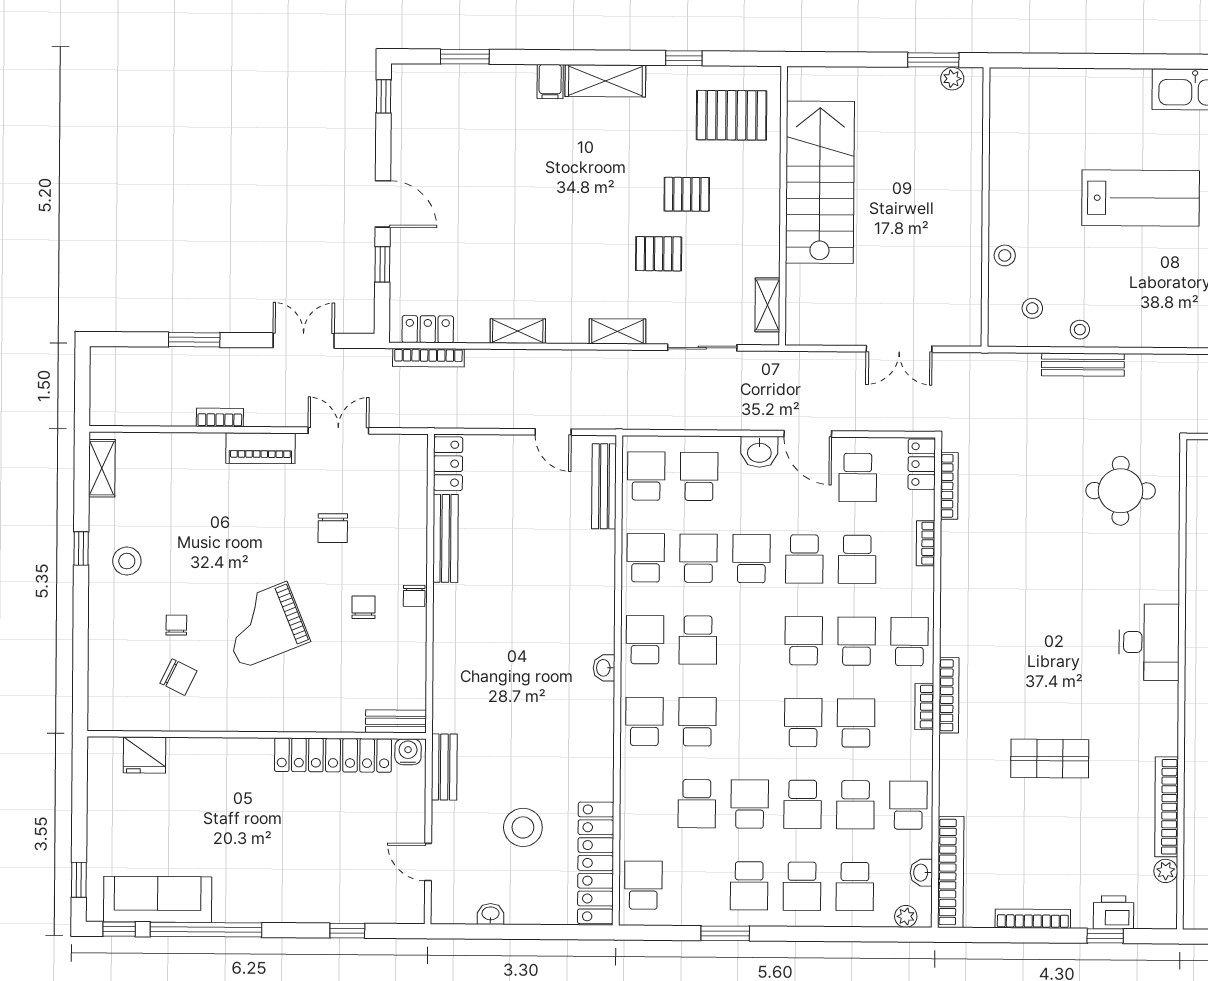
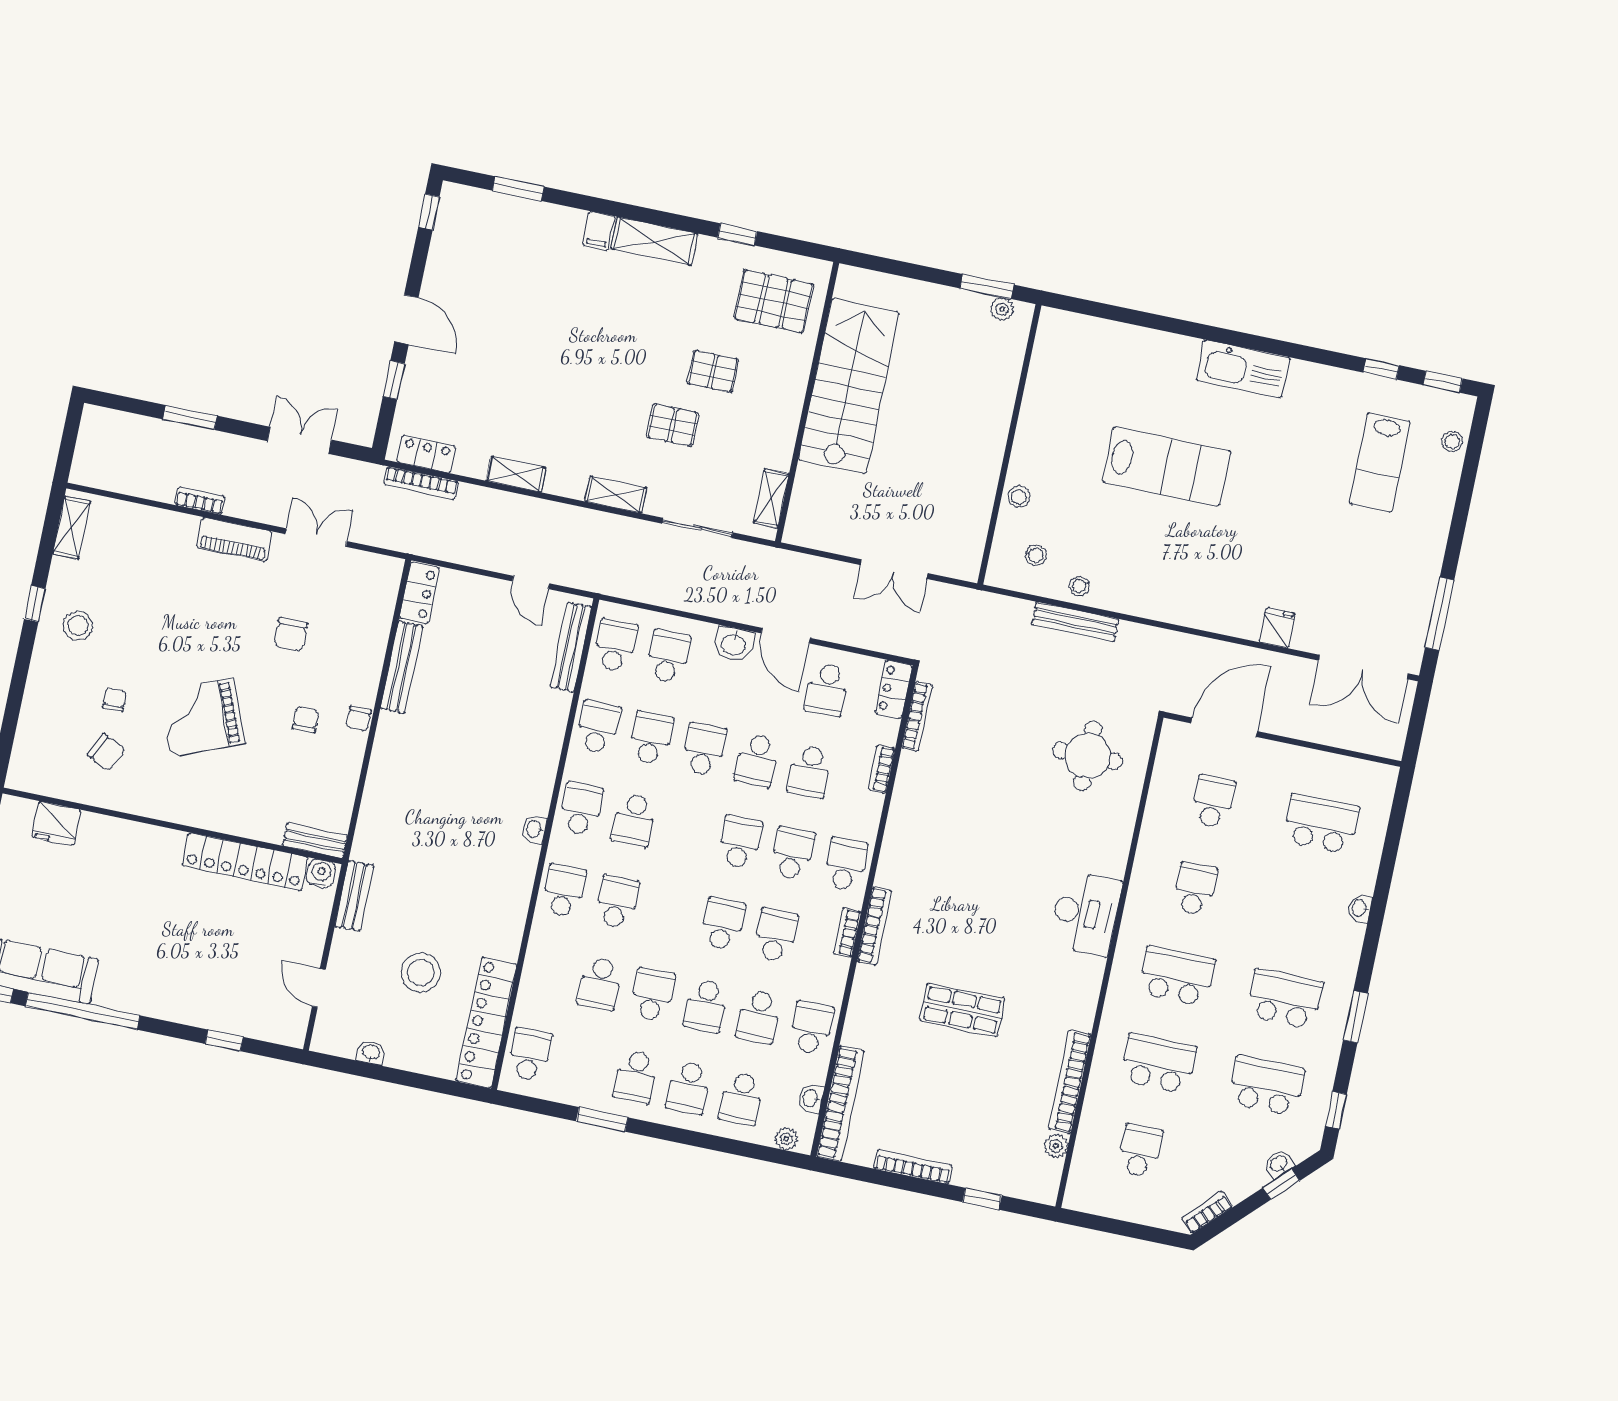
printer: (1114, 912) -> (995, 1177), removed

